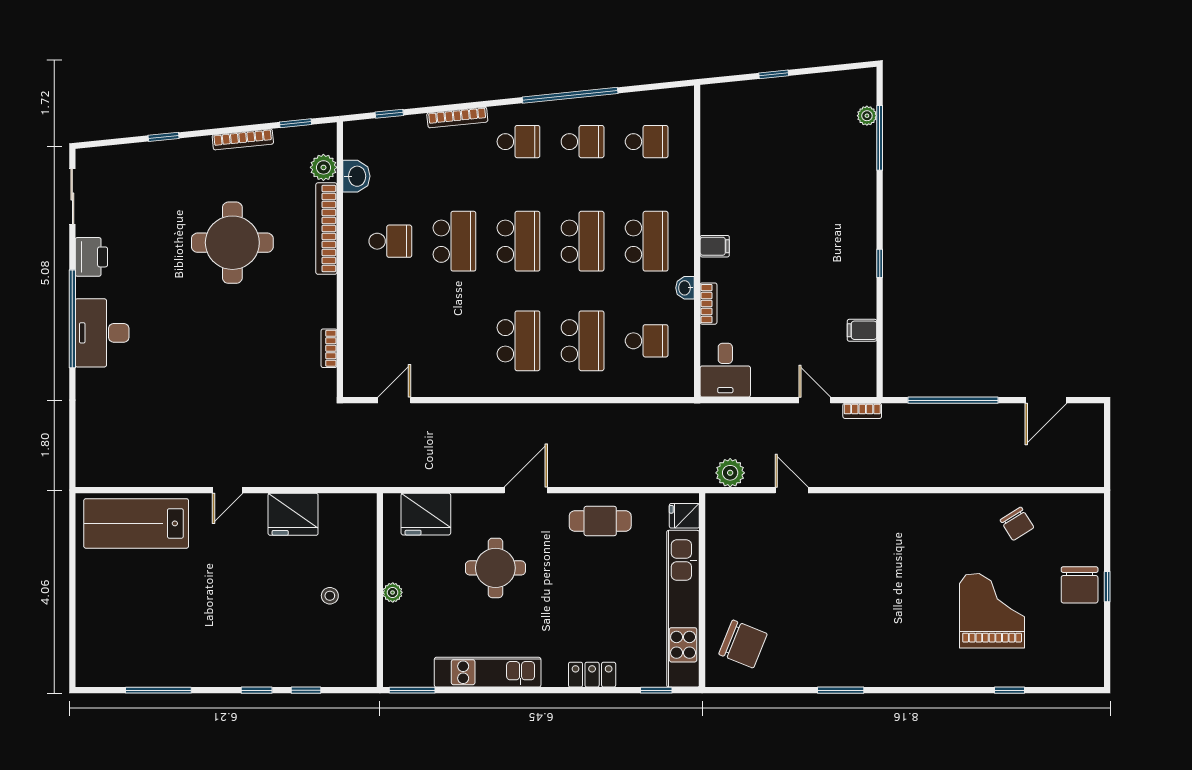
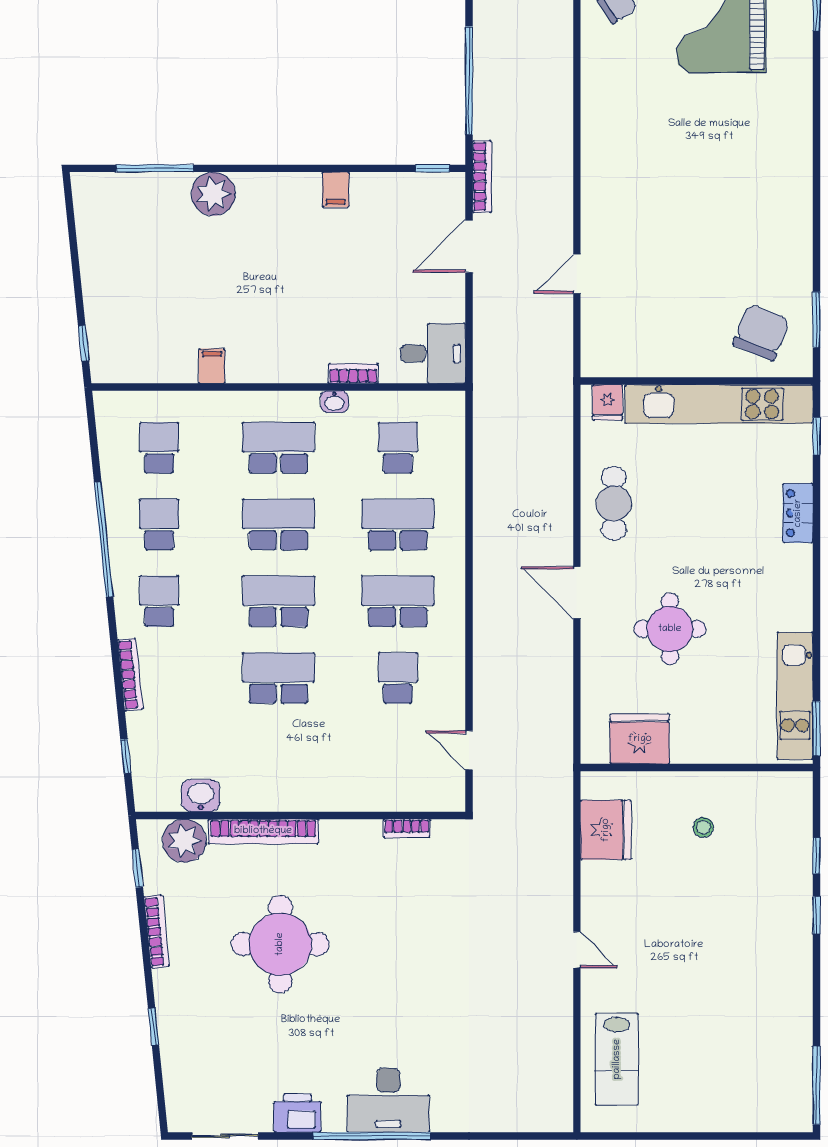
window: (774, 74) -> (83, 343), moved
plant: (867, 116) -> (213, 194), moved, width x1.88, depth x1.88
plant: (323, 167) -> (184, 841), width x1.36, depth x1.36
school desk: (390, 241) -> (398, 678), moved
filing cabinet: (715, 246) -> (212, 366), moved
window: (880, 263) -> (433, 168), moved
filing cabinet: (862, 330) -> (336, 190), moved
door: (815, 400) -> (469, 246), width x1.37
bookcase: (862, 411) -> (482, 176), width x1.56
plant: (730, 473) -> (556, 348), removed
fridge: (293, 514) -> (606, 830), moved
fridge: (426, 514) -> (640, 739), moved, turned -90
lab bench: (136, 523) -> (617, 1059), width x0.73, depth x0.72
plant: (393, 592) -> (699, 752), removed
kitchen unit: (488, 672) -> (795, 696), moved
window: (158, 690) -> (817, 1085), moved
window: (841, 690) -> (817, 320), moved

